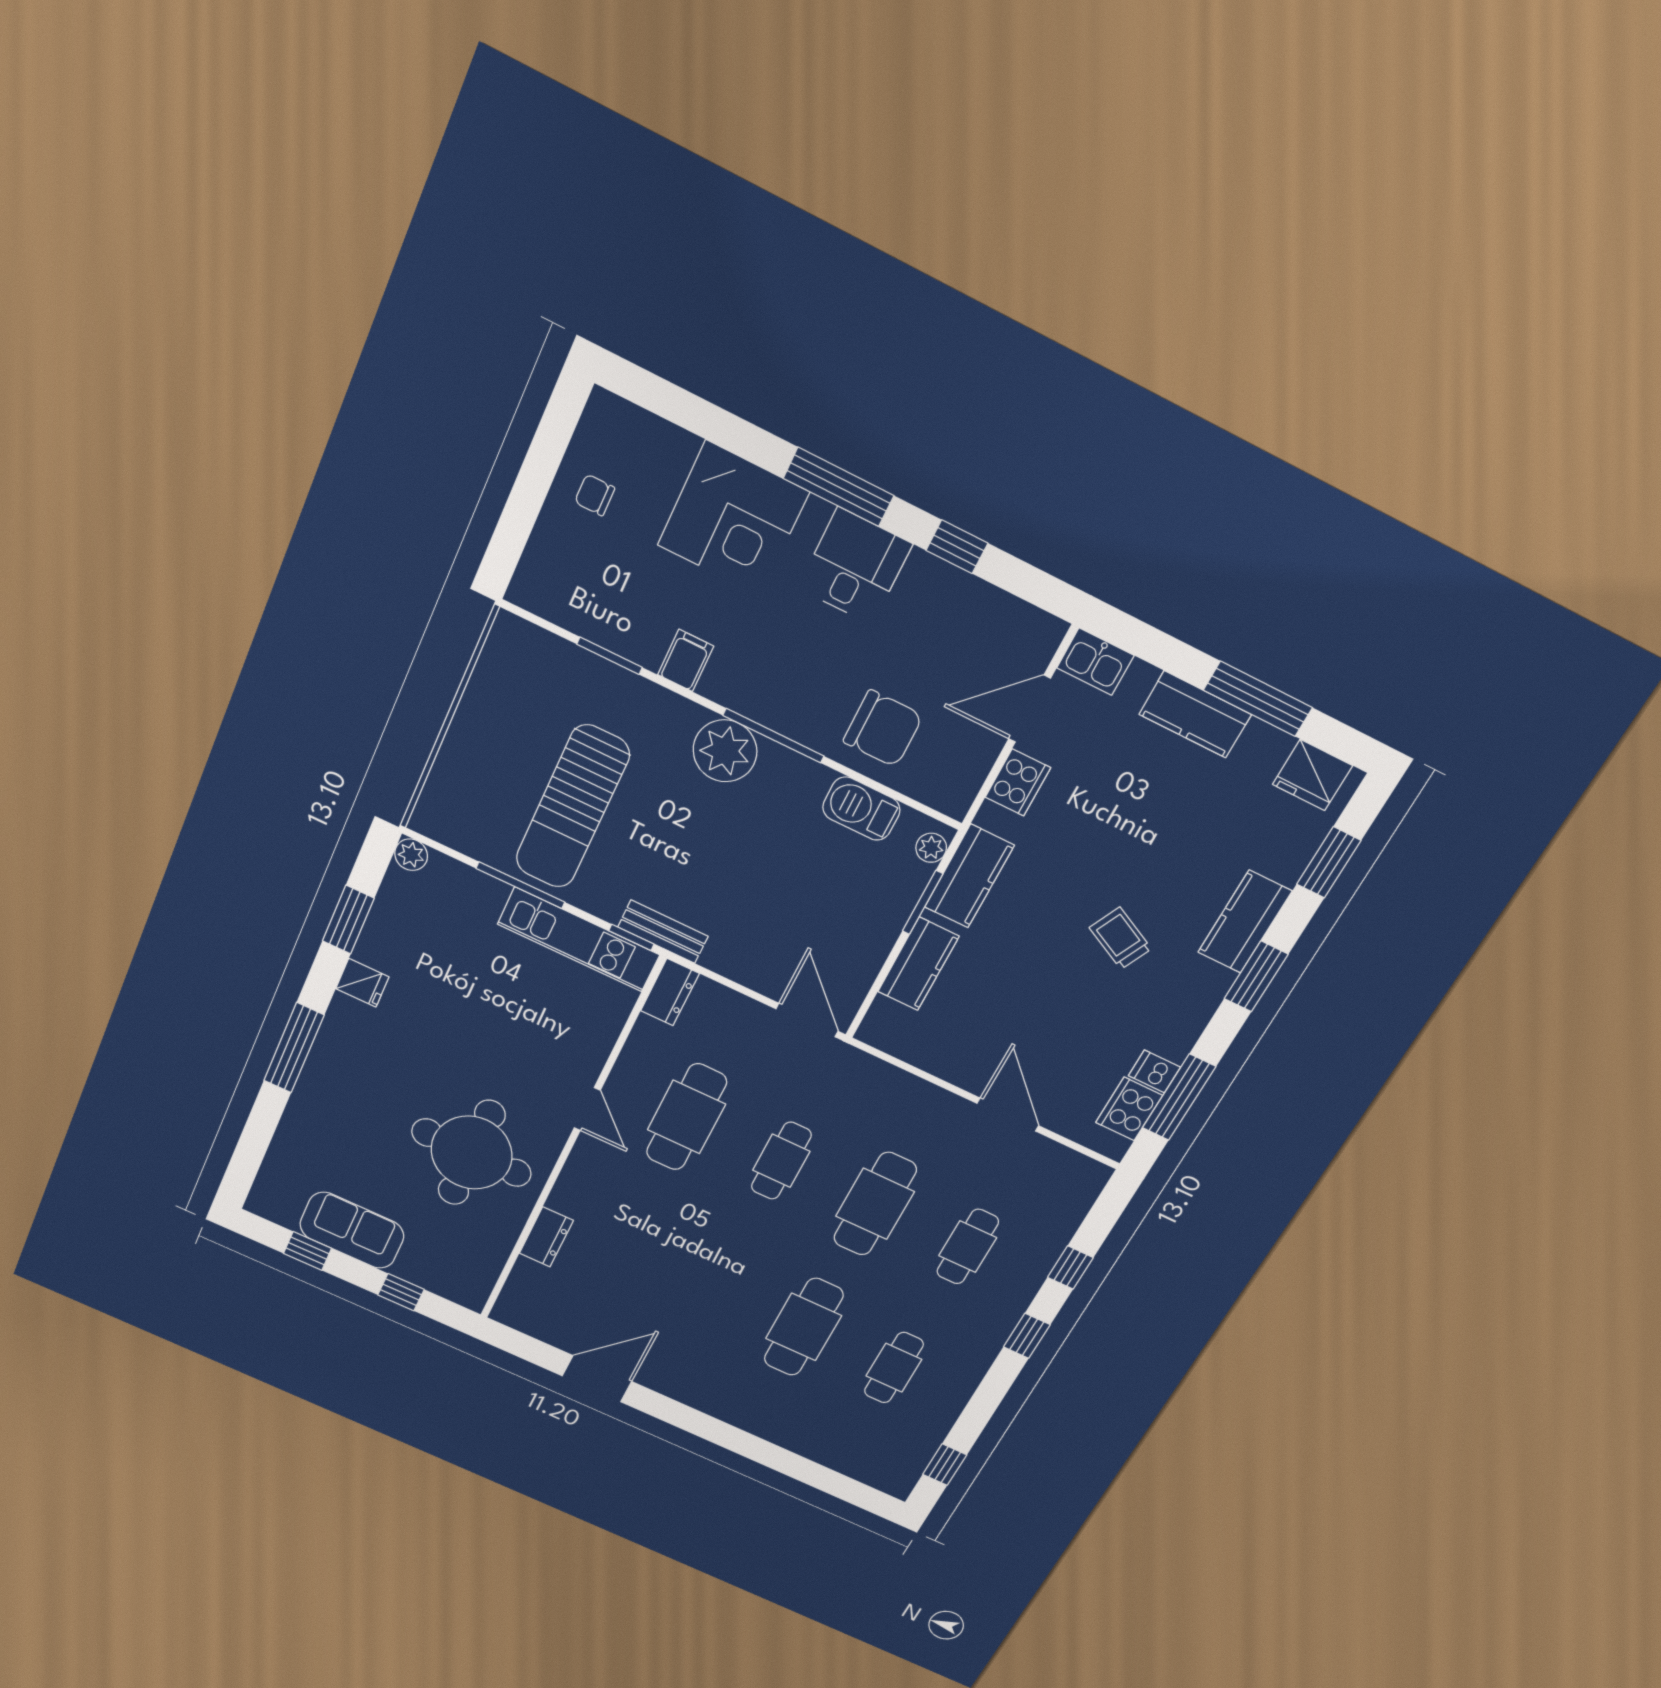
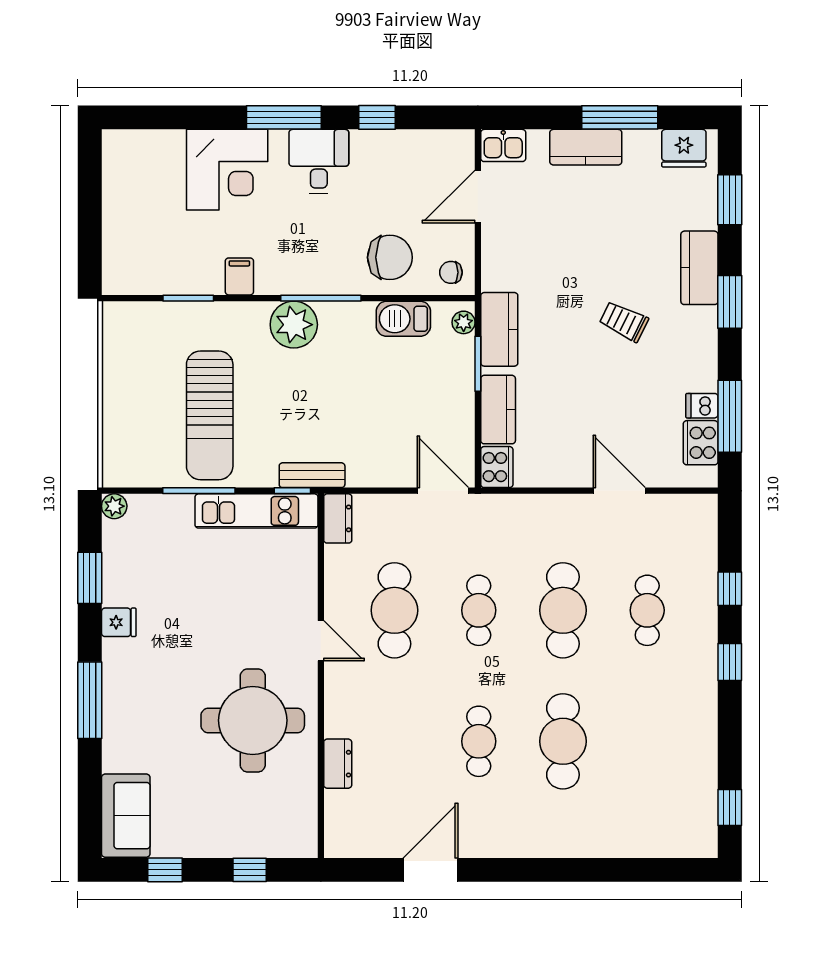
chair: (595, 495) -> (451, 272), moved
cooker: (1018, 782) -> (497, 467), moved
sofa: (352, 1230) -> (126, 816), moved, turned 90
cafe table: (894, 1368) -> (479, 741), moved

